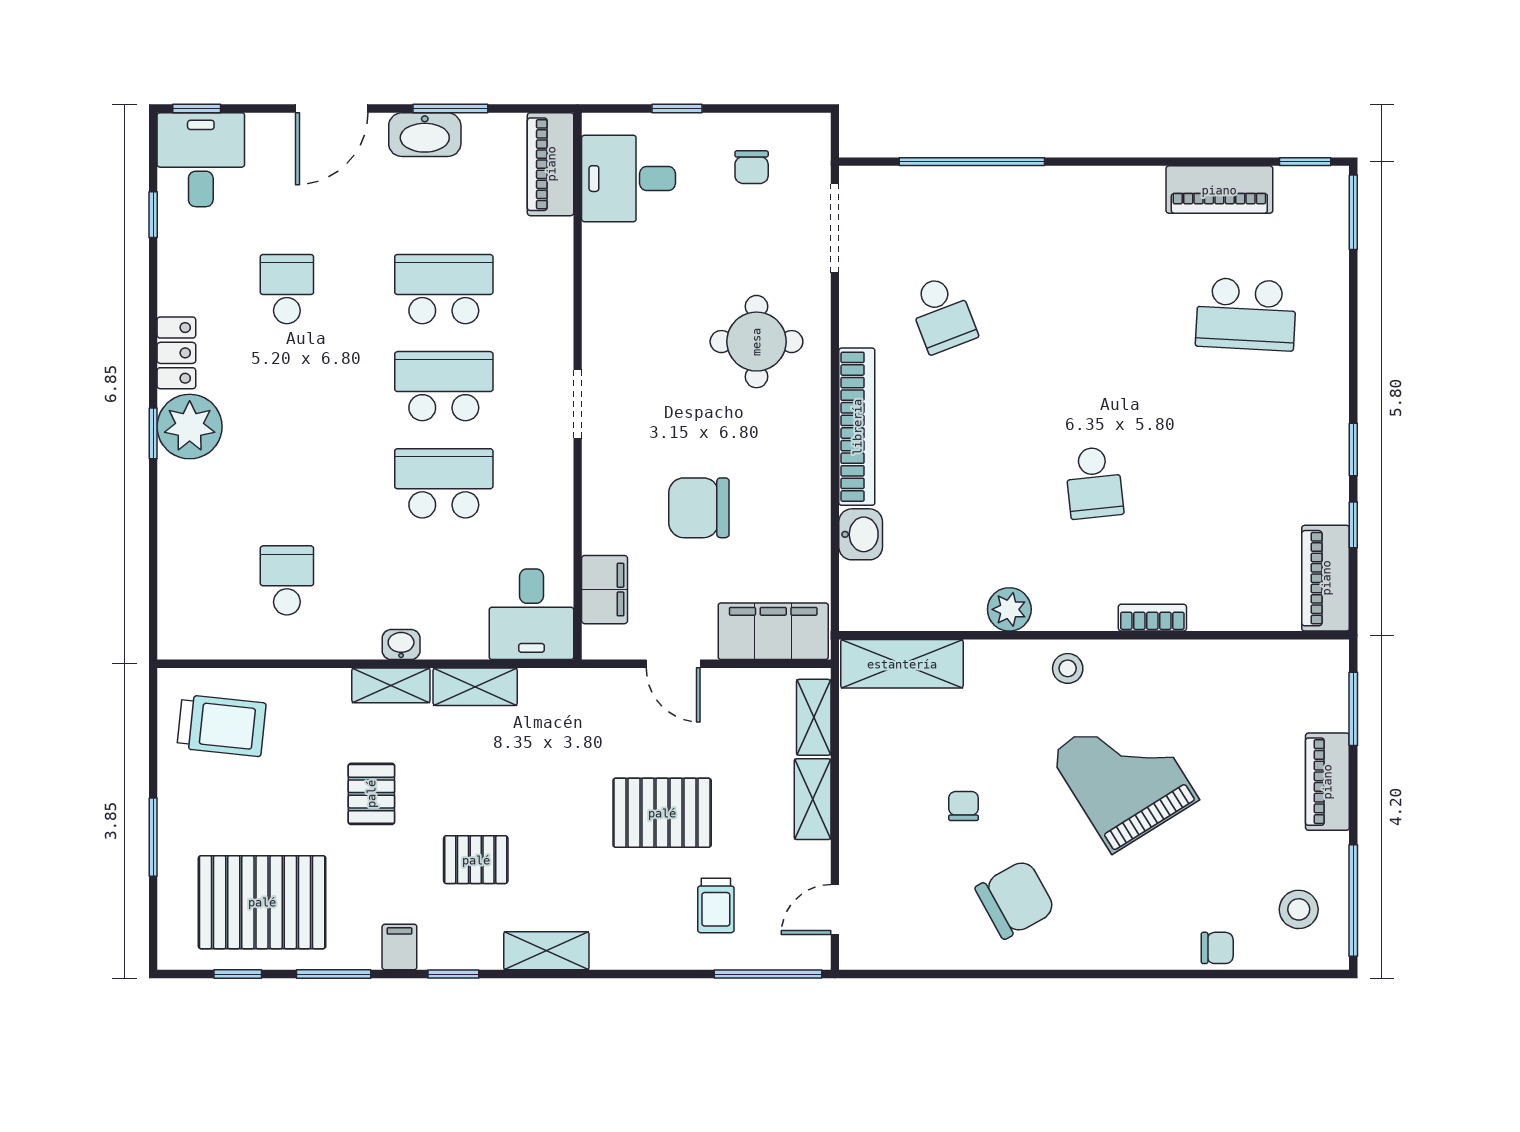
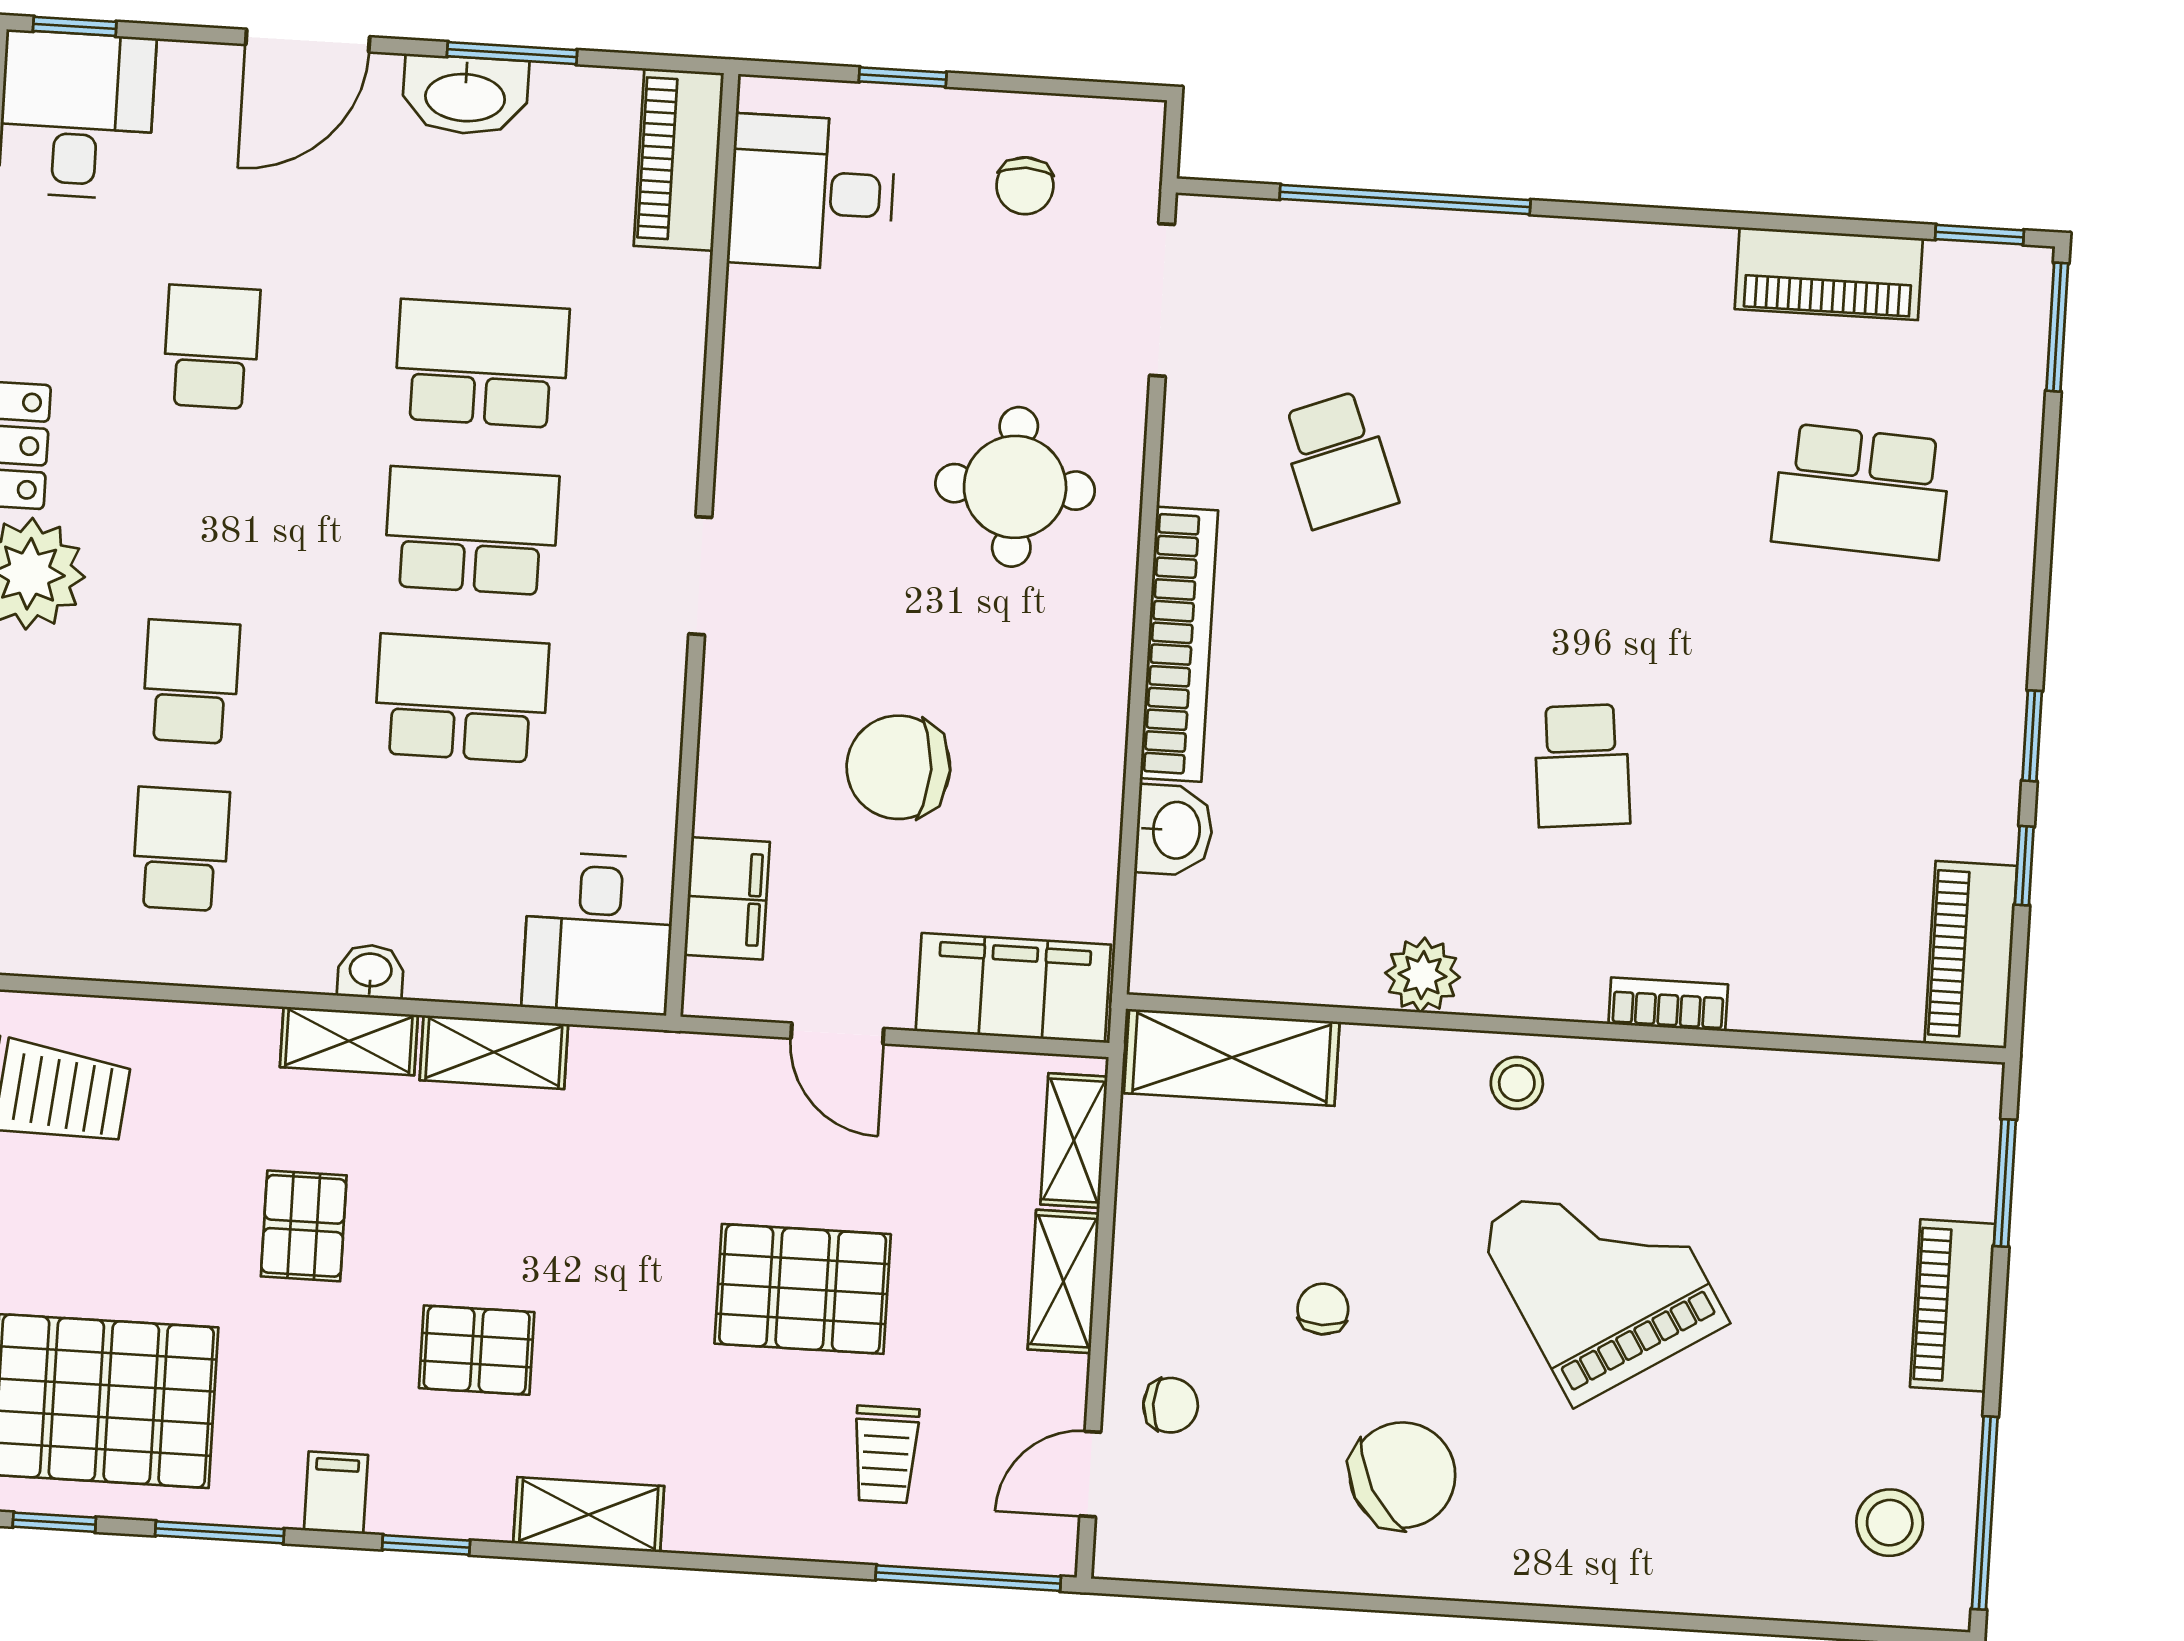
school desk: (287, 483) -> (191, 682), added
chair: (1217, 948) -> (1171, 1405), moved

